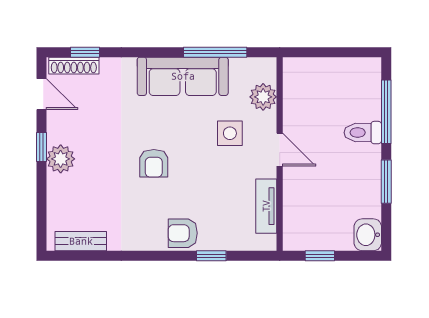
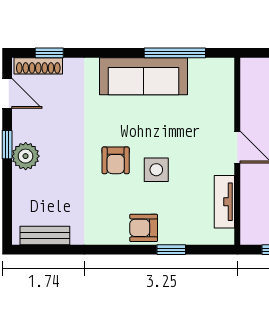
plant: (263, 97) -> (221, 96), removed
side table: (230, 133) -> (156, 170), moved

